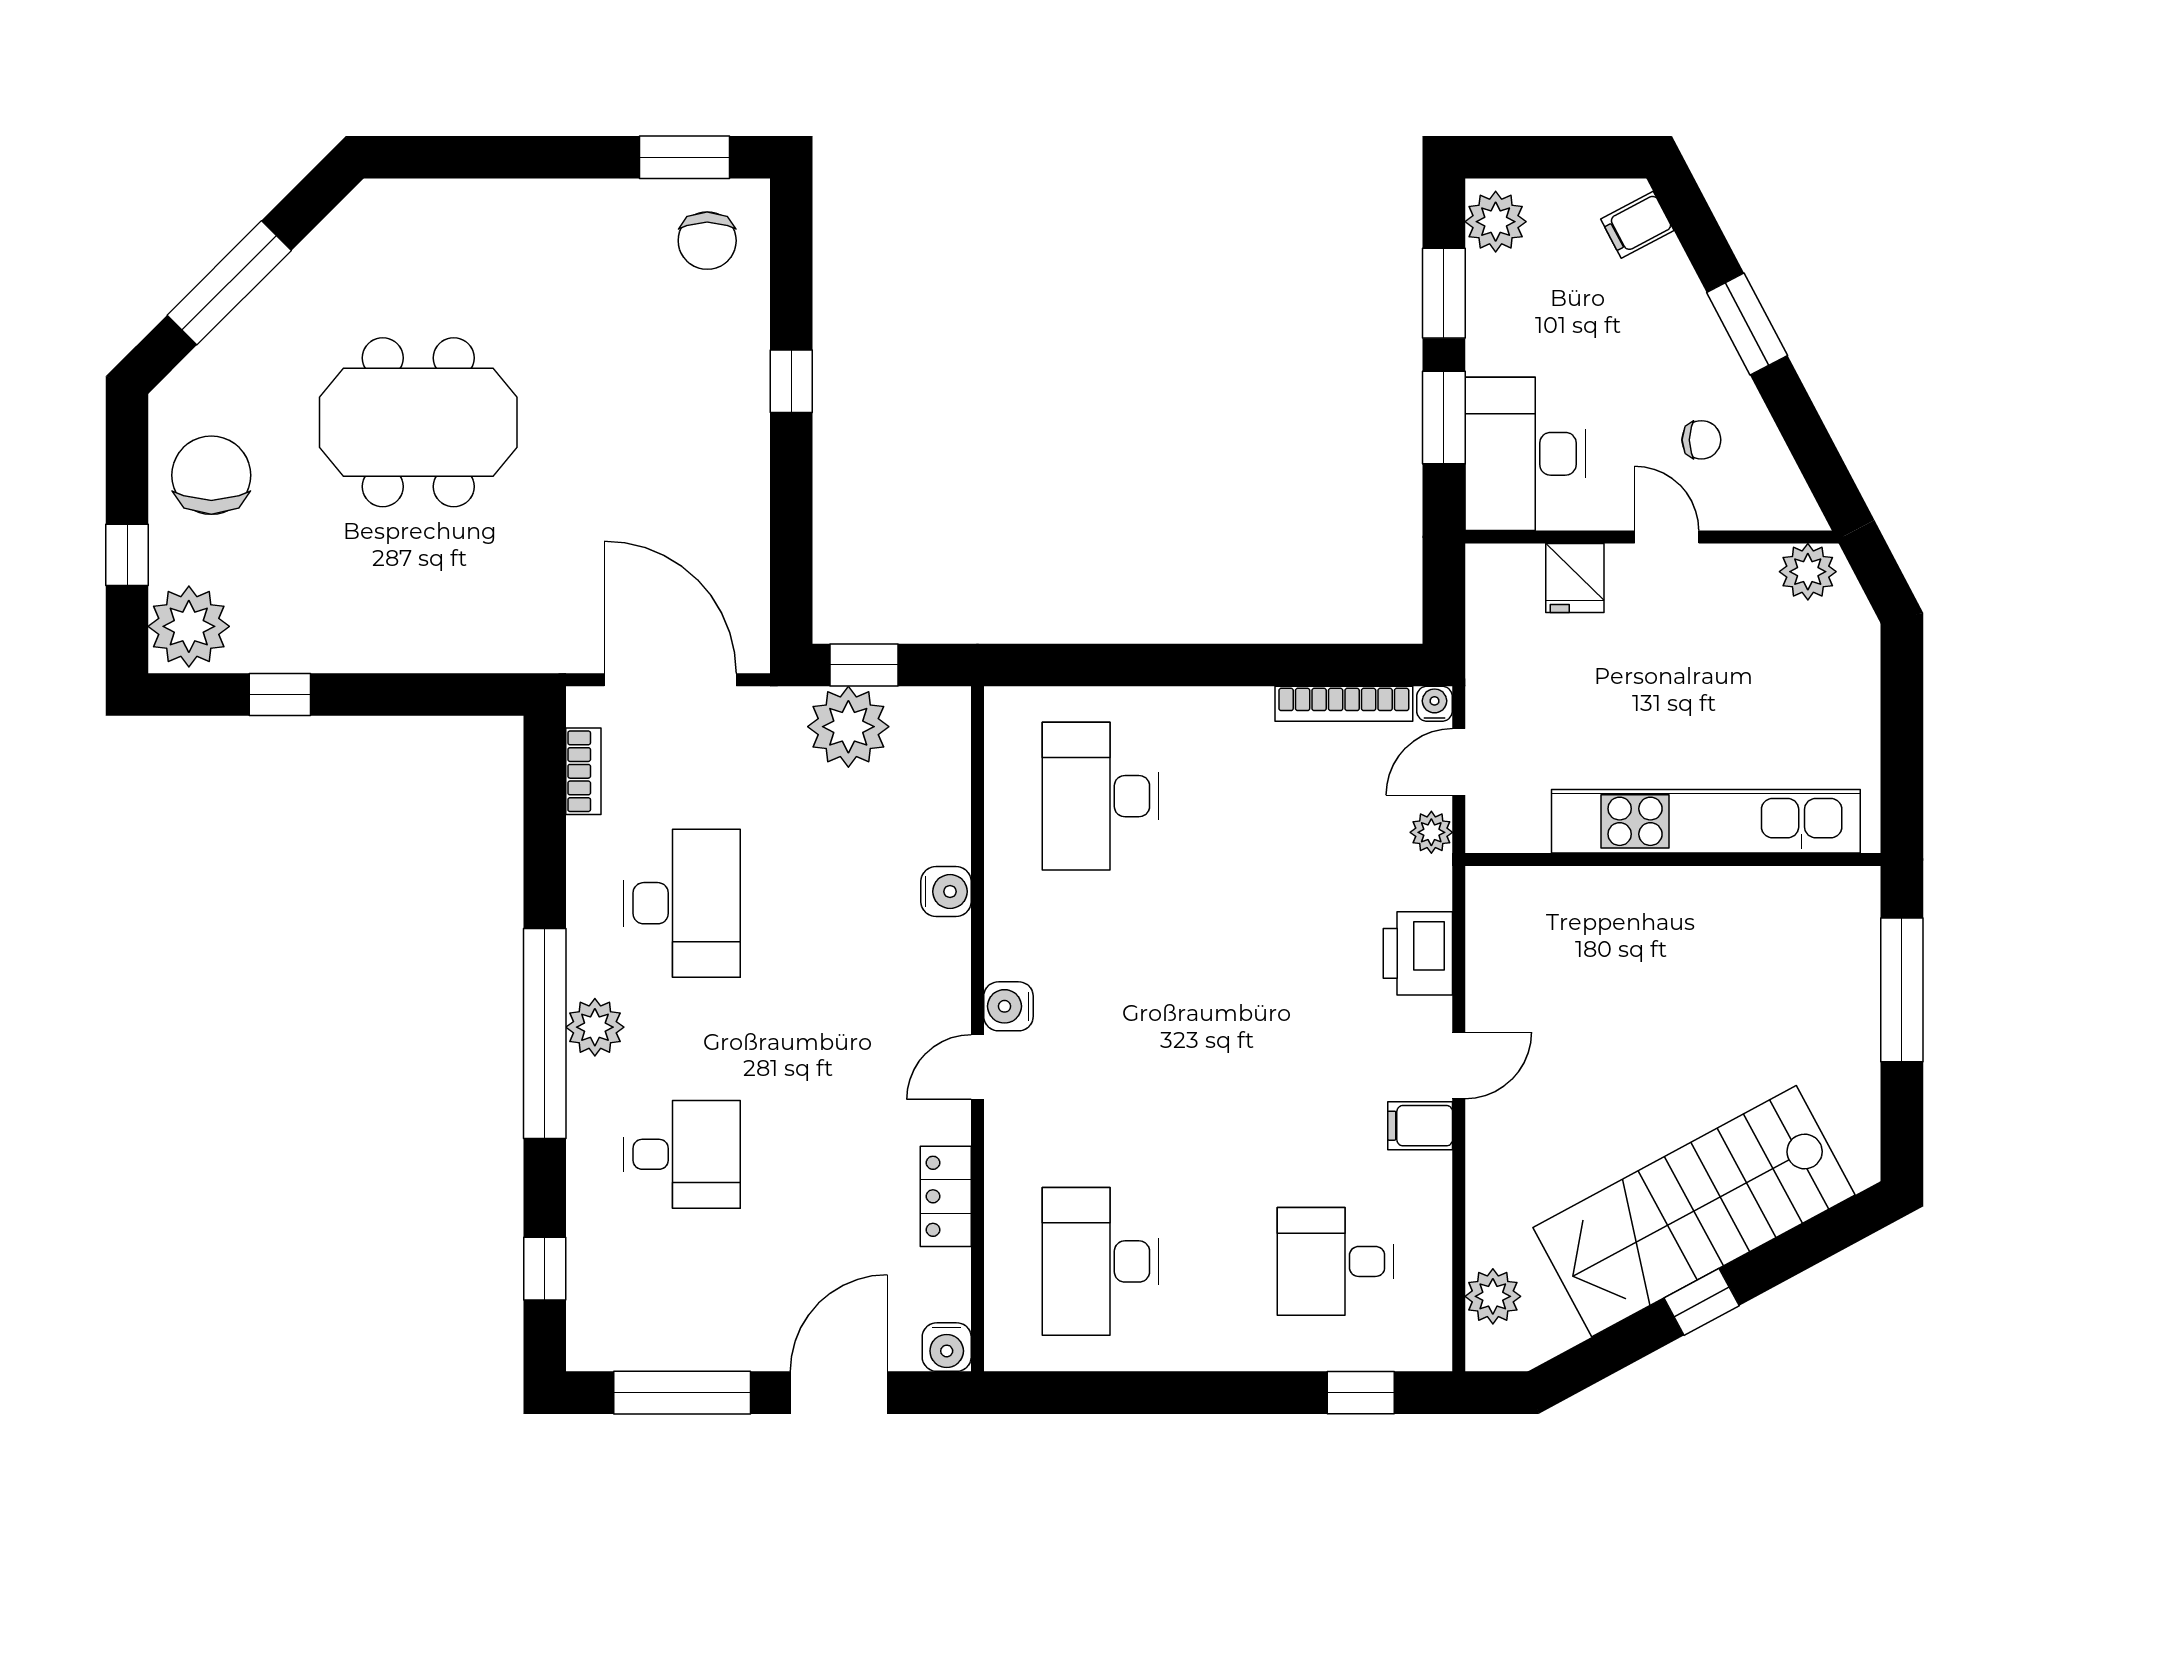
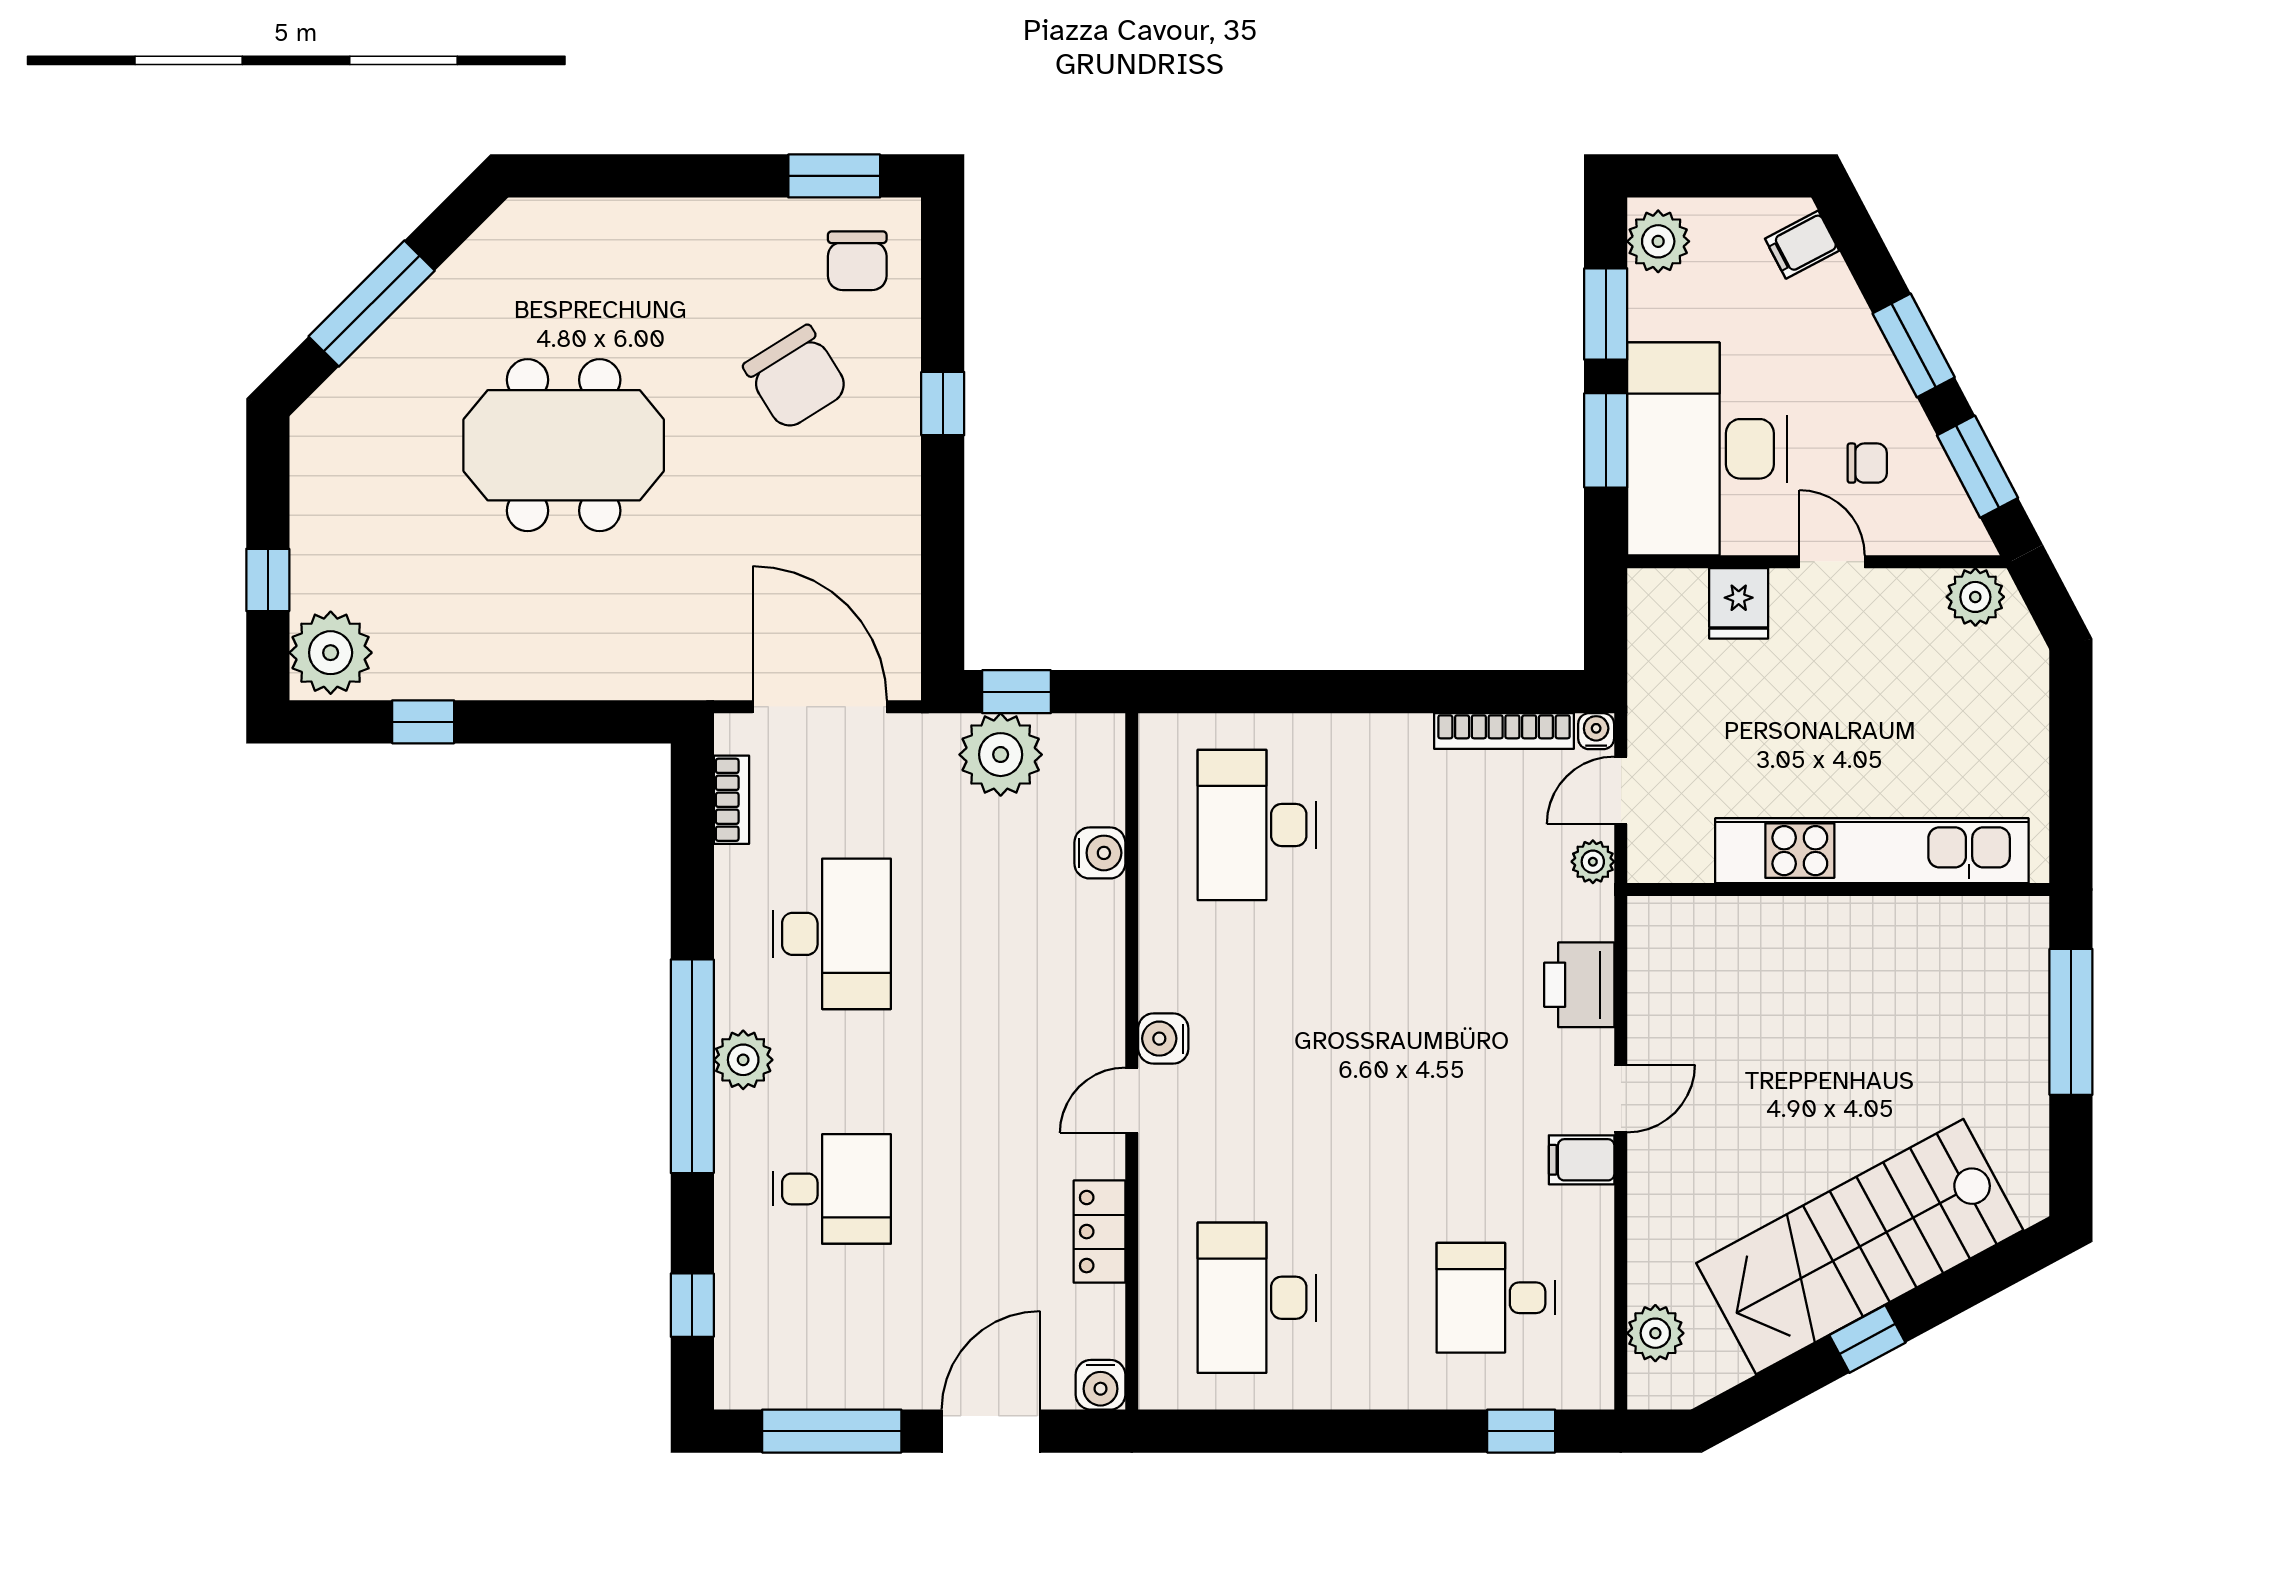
window: (1810, 443) -> (1977, 467), added
desk: (1525, 454) -> (1707, 449), width x1.36, depth x1.30
chair: (211, 475) -> (796, 378), moved, turned 148
water cooler: (946, 892) -> (1100, 853), moved

